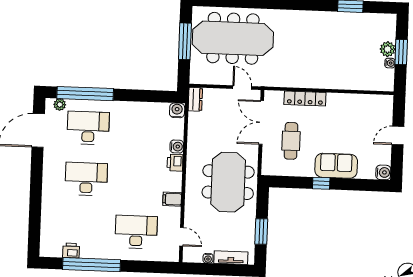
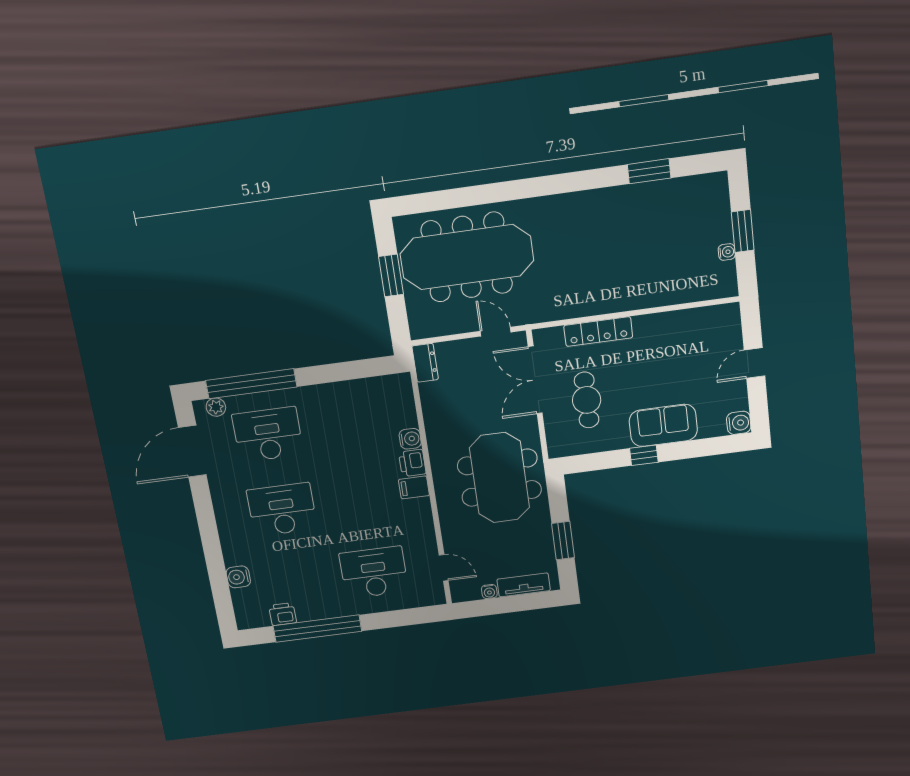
window: (185, 41) -> (391, 275), width x0.69
plant: (388, 49) -> (720, 230), removed
water cooler: (177, 110) -> (238, 577), moved, turned -90
filing cabinet: (172, 199) -> (414, 487), moved

